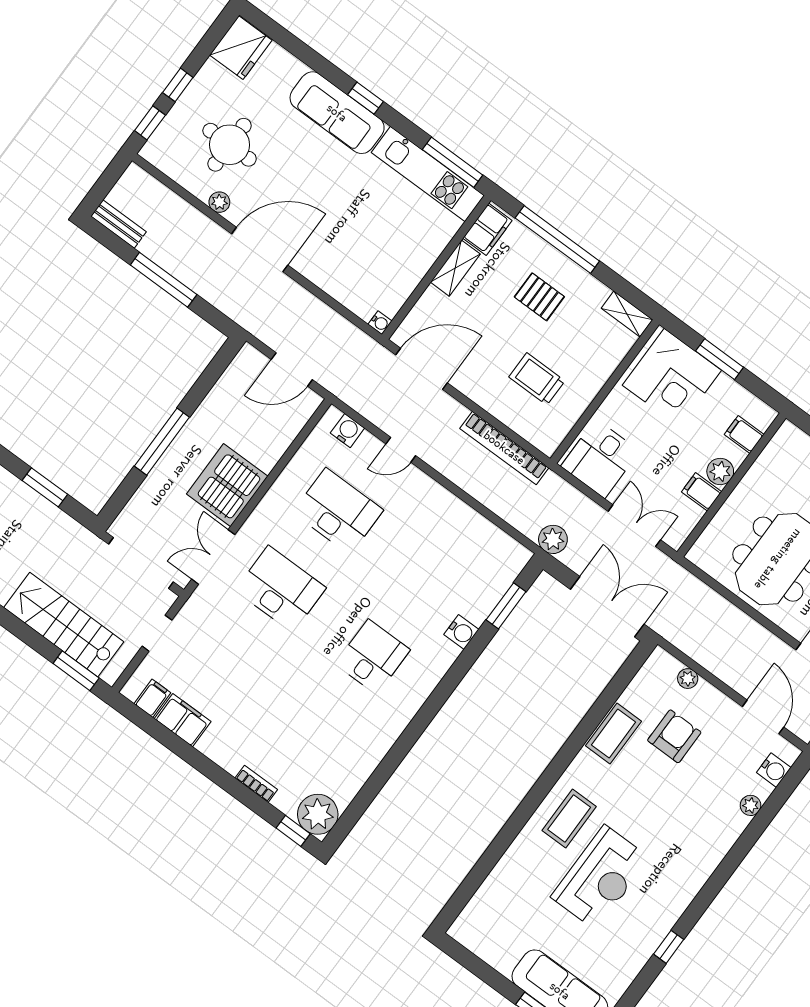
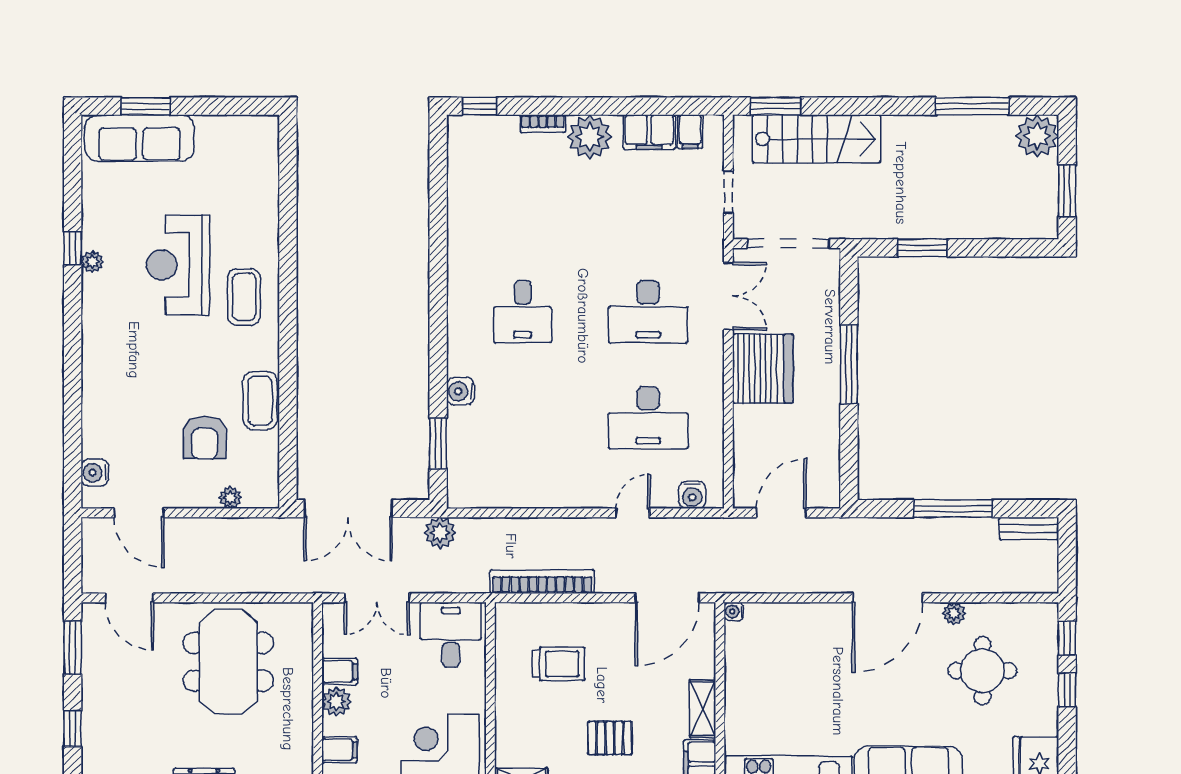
plant: (751, 805) -> (92, 262), moved
plant: (318, 814) -> (590, 137), moved

